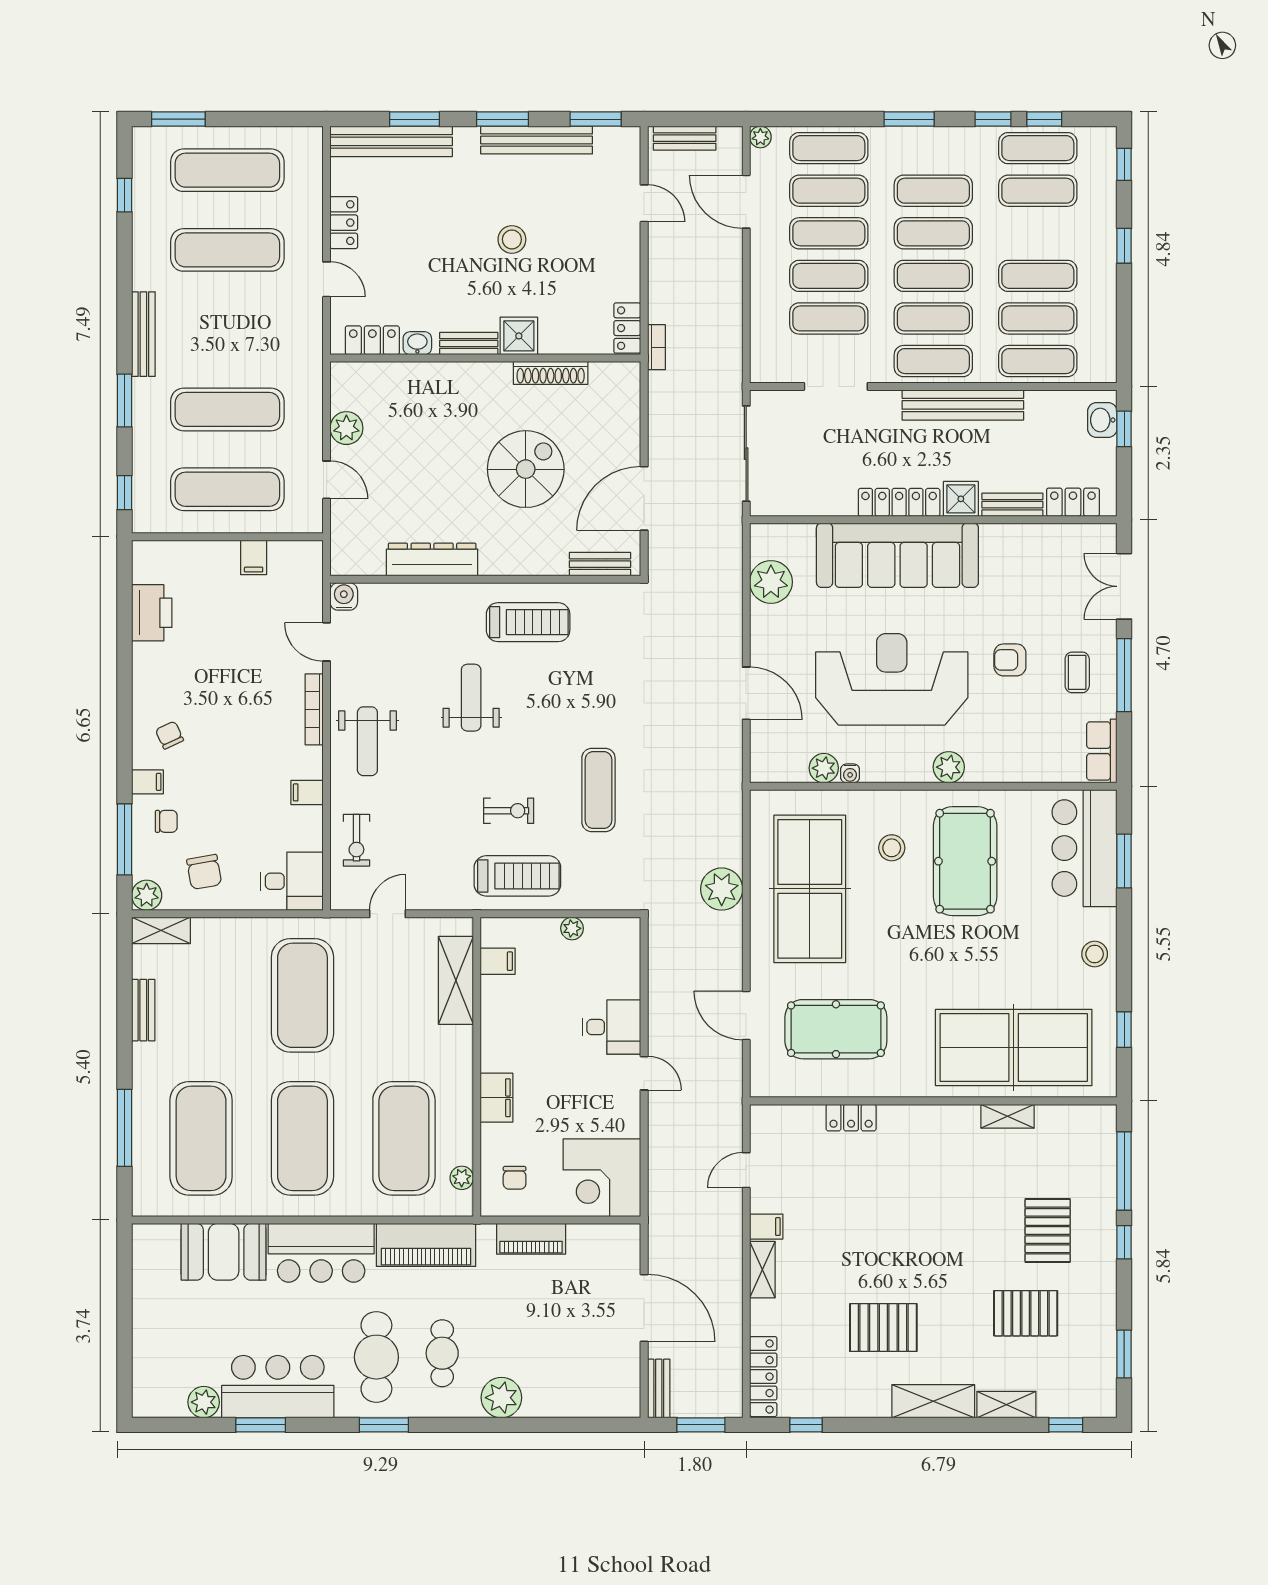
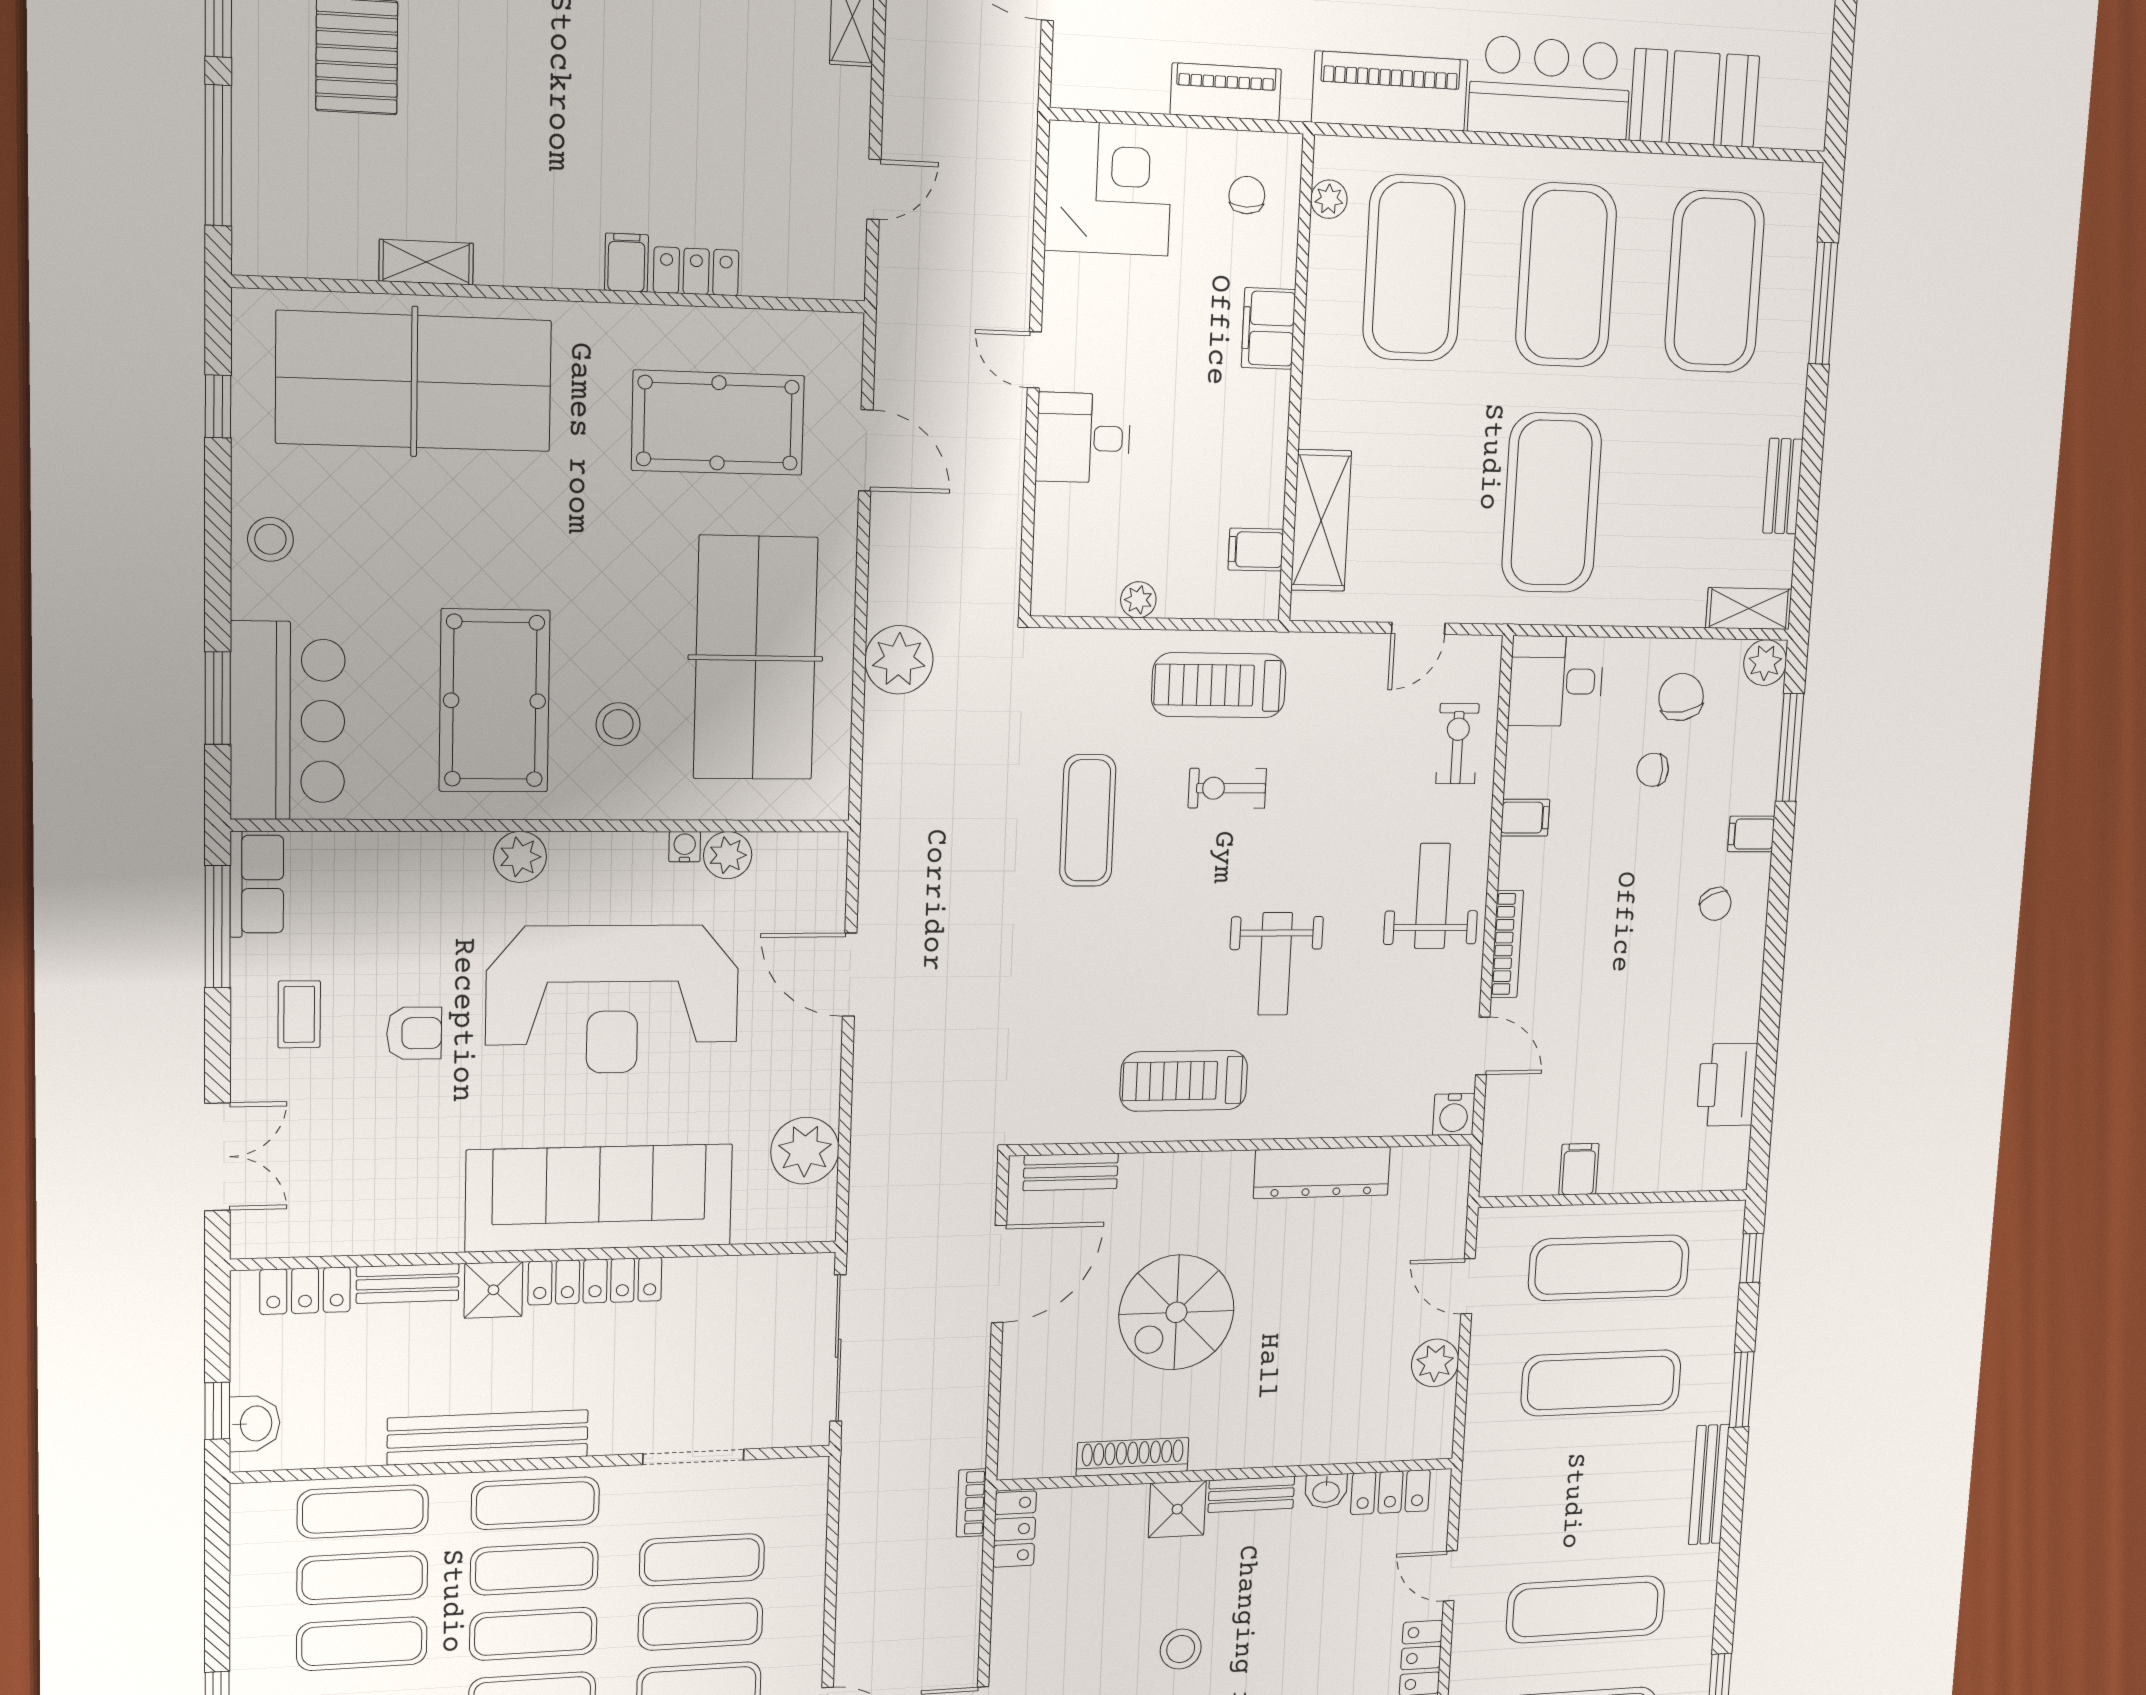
window: (1124, 675) -> (218, 927), moved
chair: (166, 821) -> (1653, 770), moved
filing cabinet: (766, 1227) -> (626, 263), moved, turned 90

